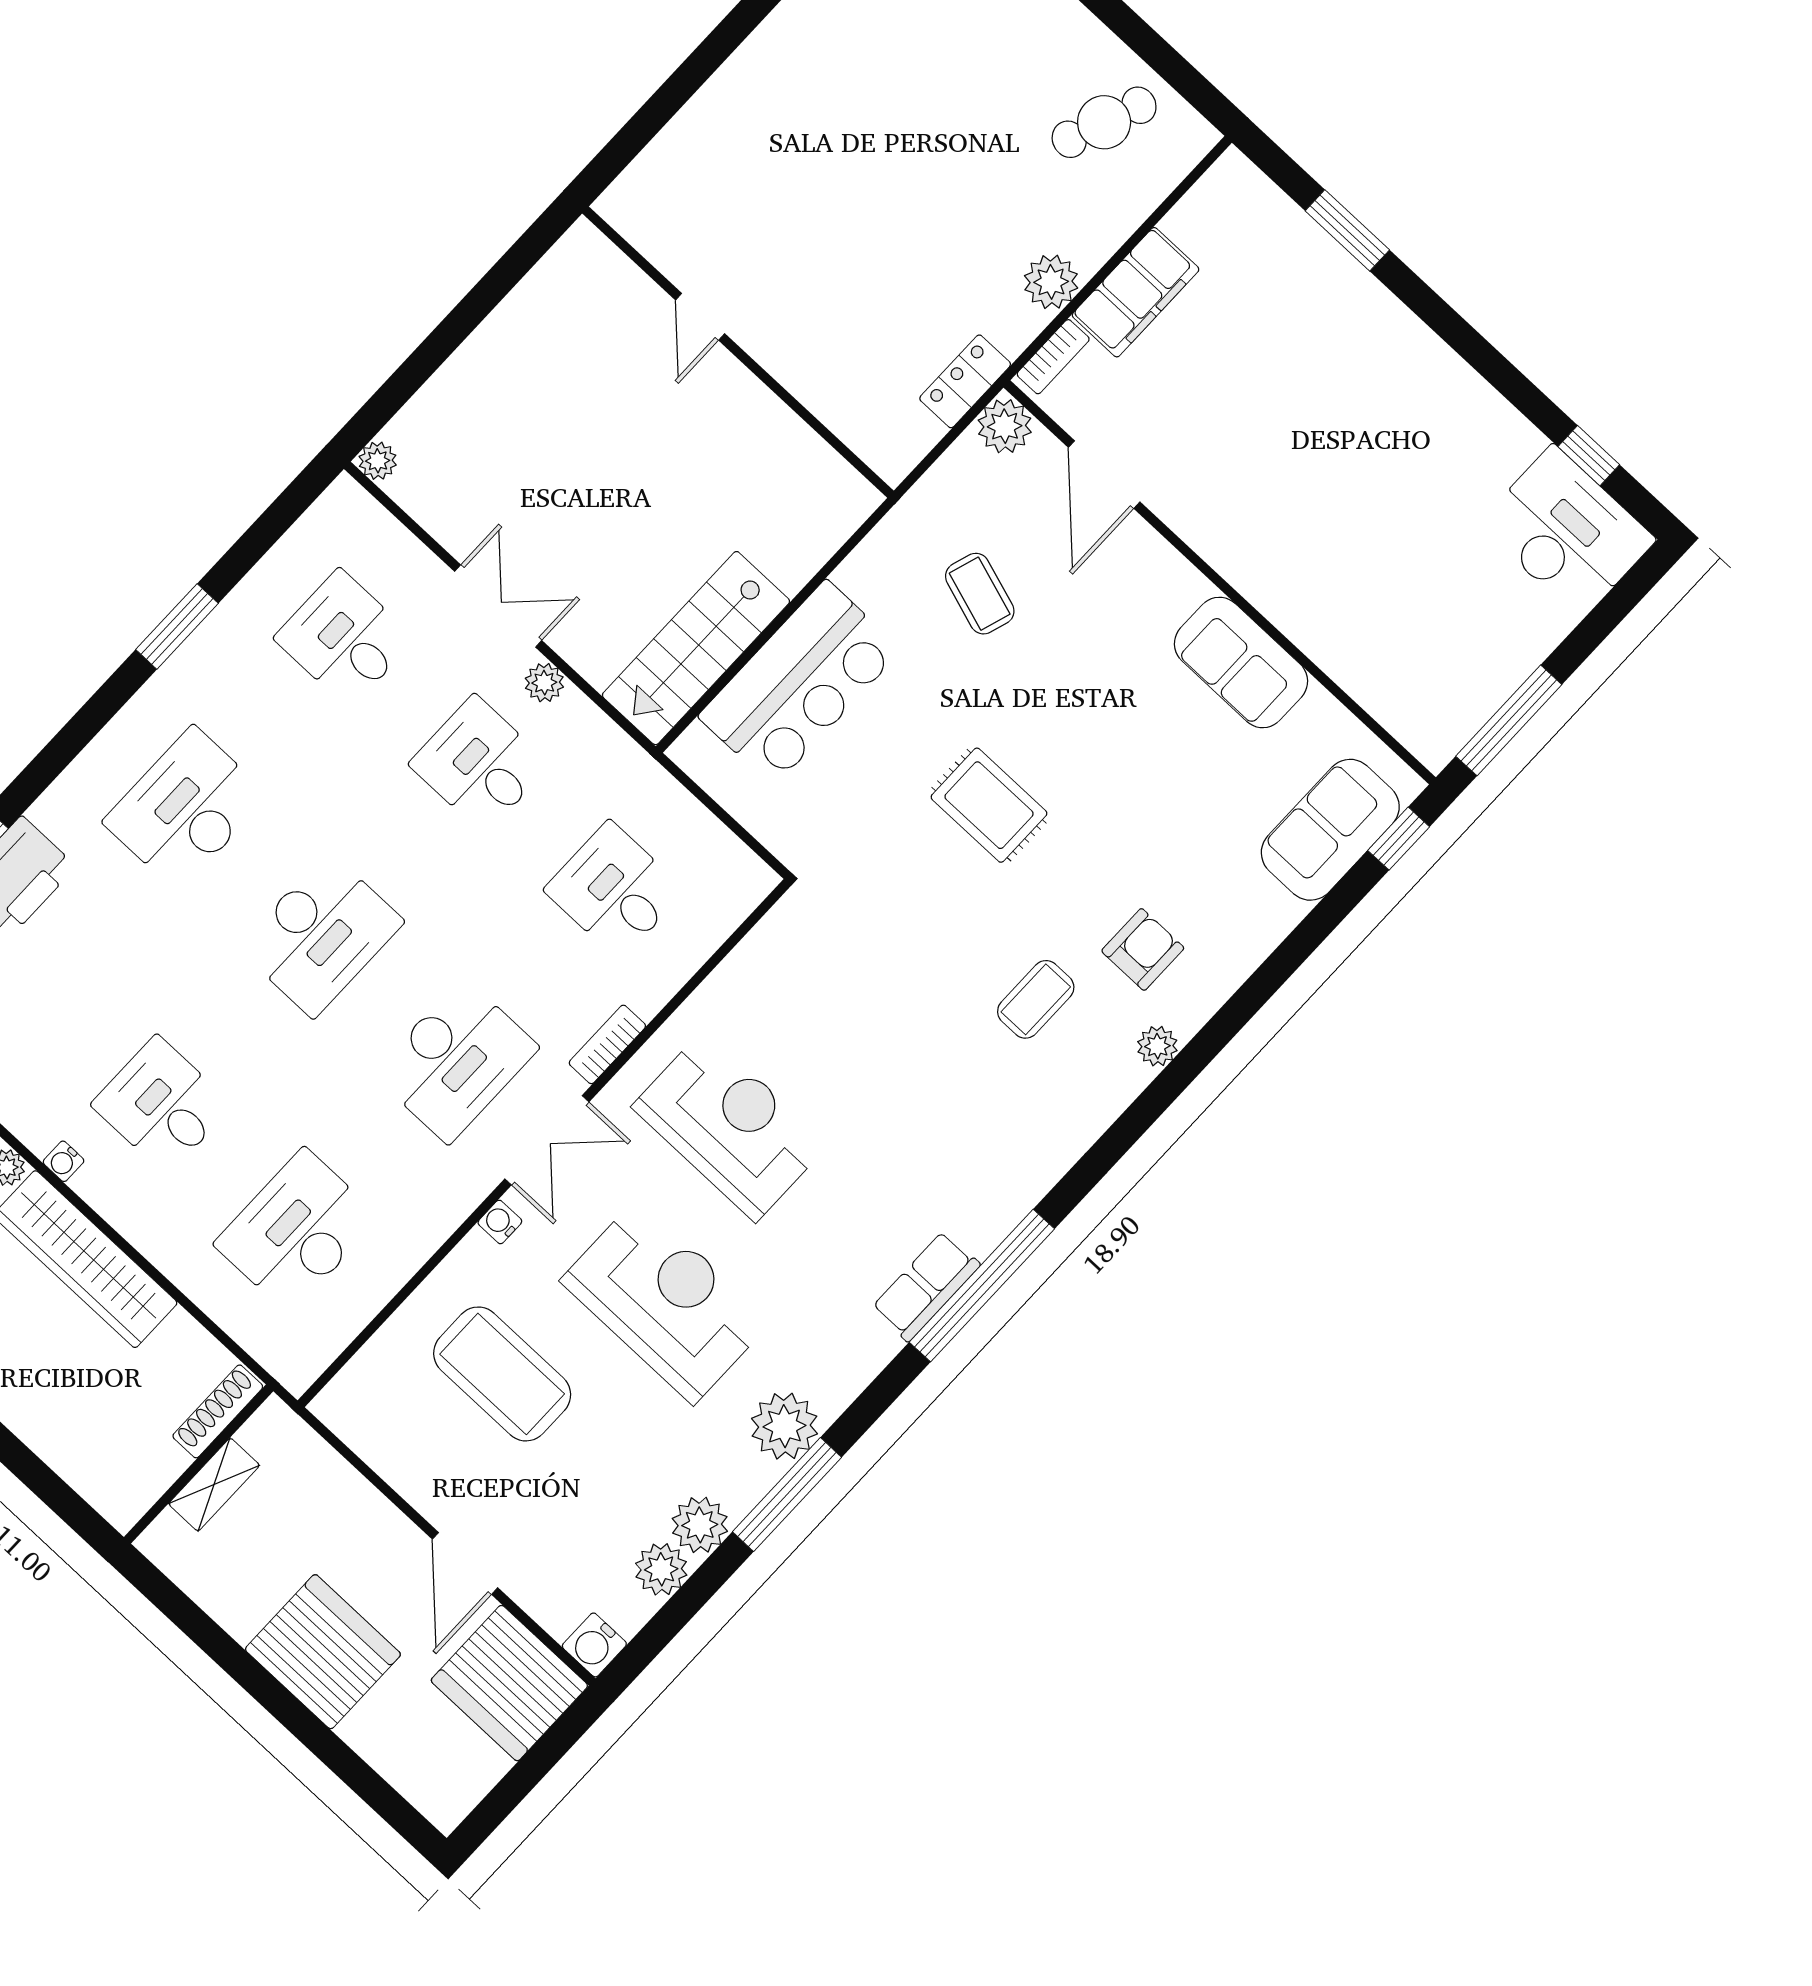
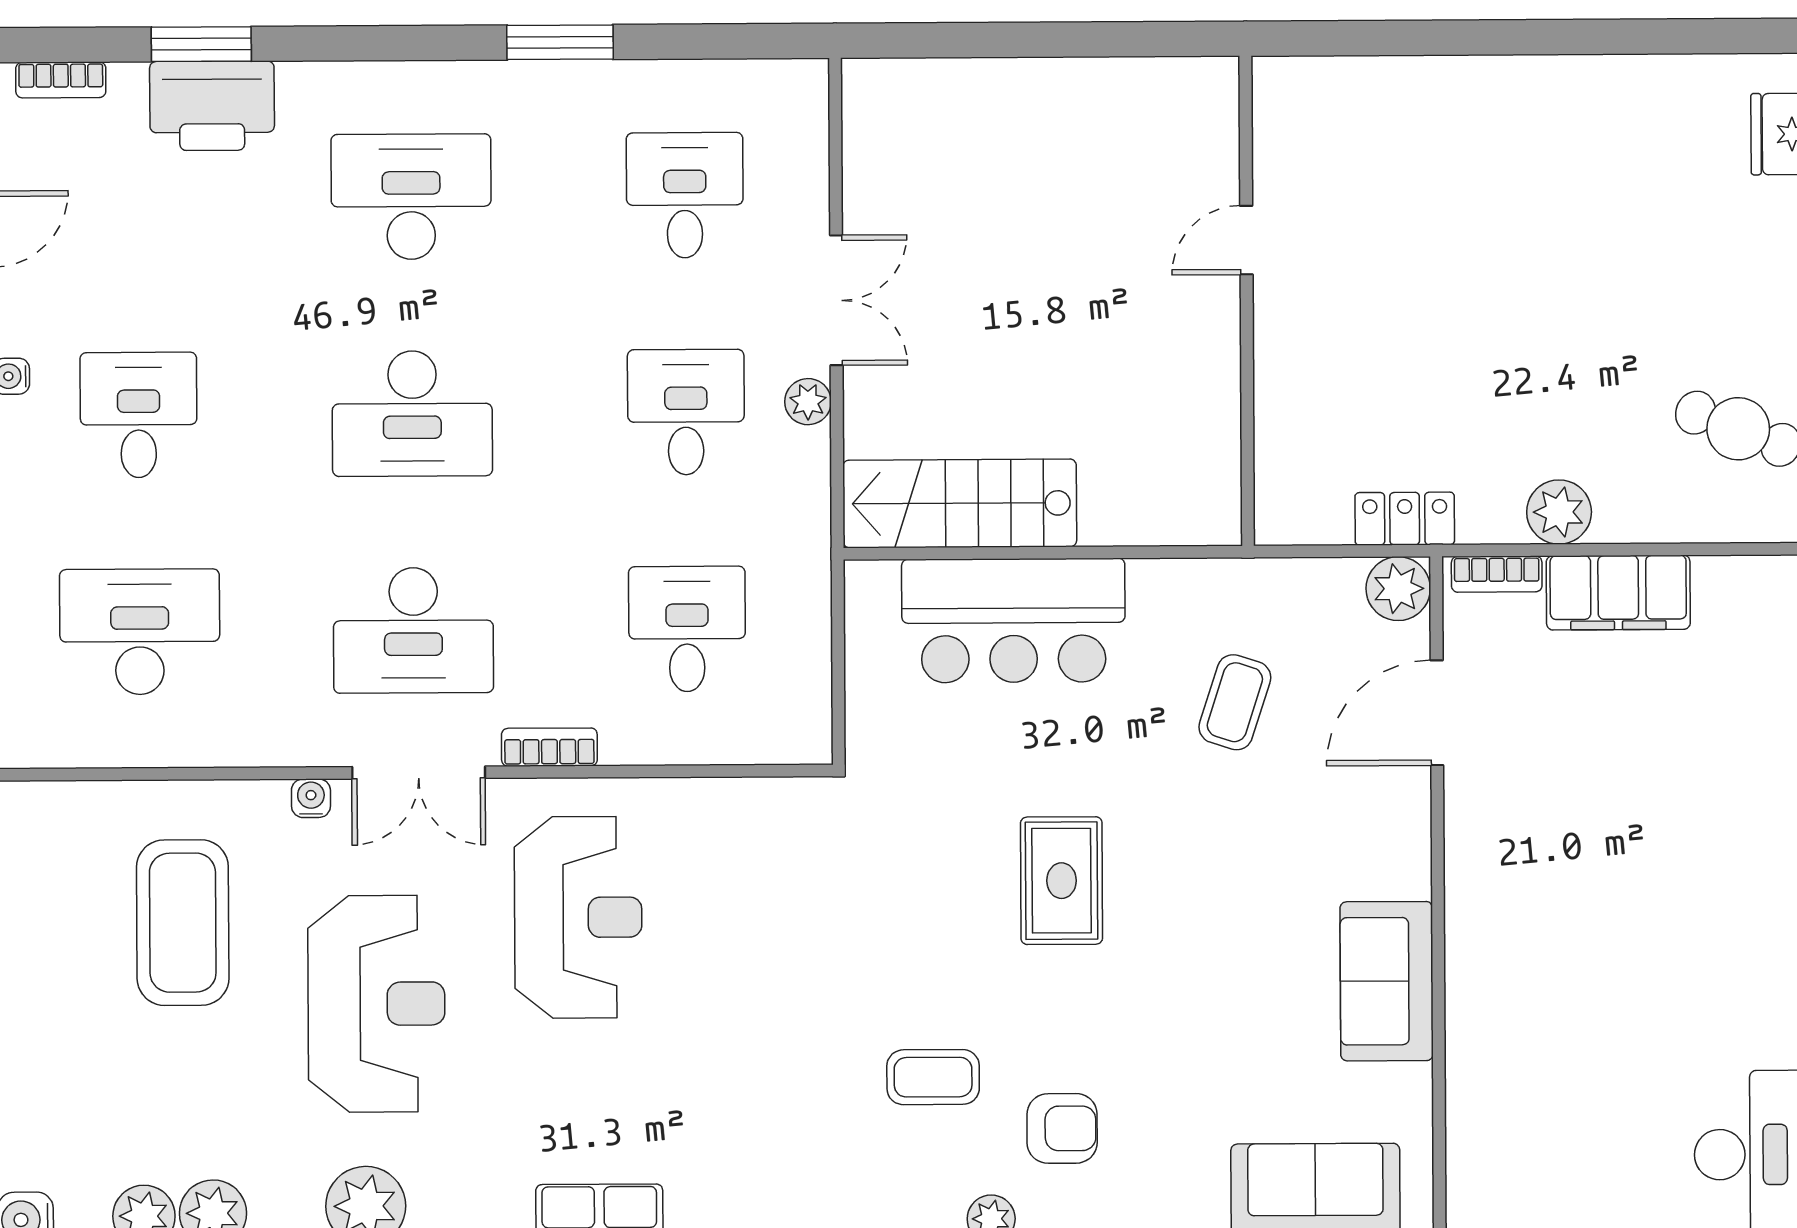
plant: (378, 461) -> (863, 80), removed

